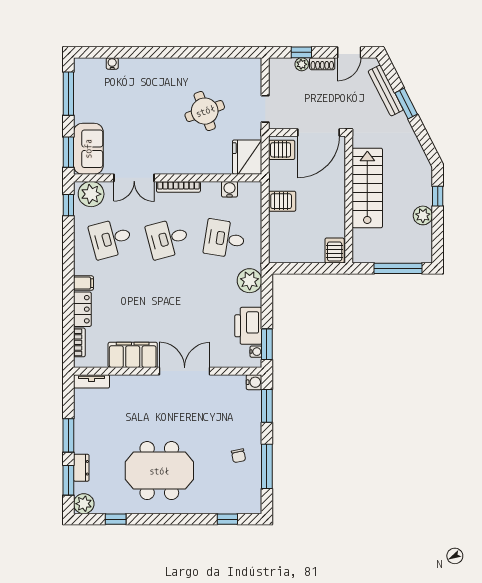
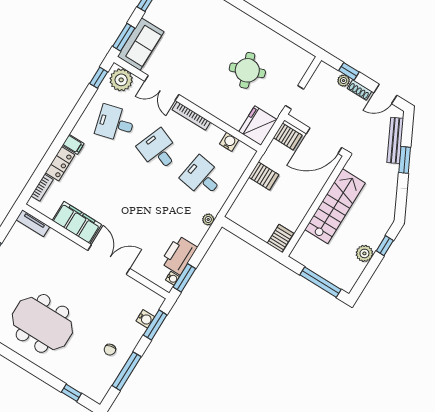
desk: (168, 239) -> (159, 150), turned 36
plant: (250, 281) -> (208, 219), width x0.53, depth x0.53
water cooler: (254, 382) -> (145, 319), moved

